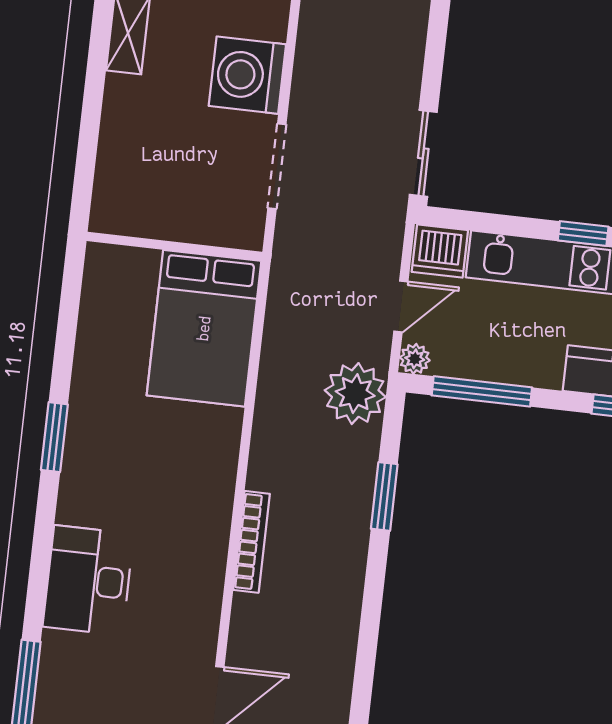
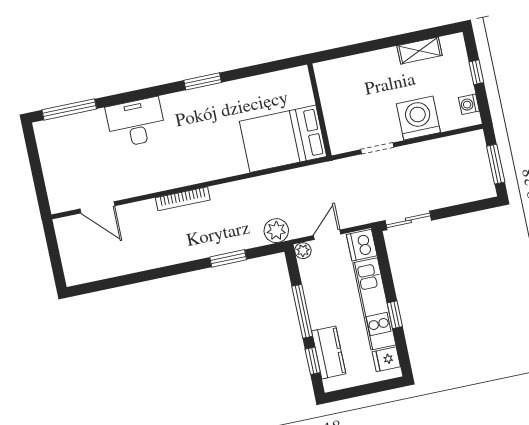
doorway: (277, 166) -> (377, 148), width x0.73
door: (401, 306) -> (327, 235), swing flipped
window: (482, 391) -> (302, 311), moved
plant: (355, 394) -> (276, 231), width x0.73, depth x0.73

